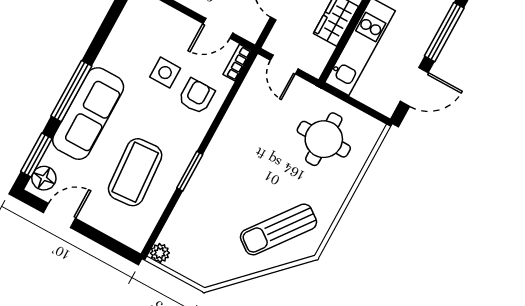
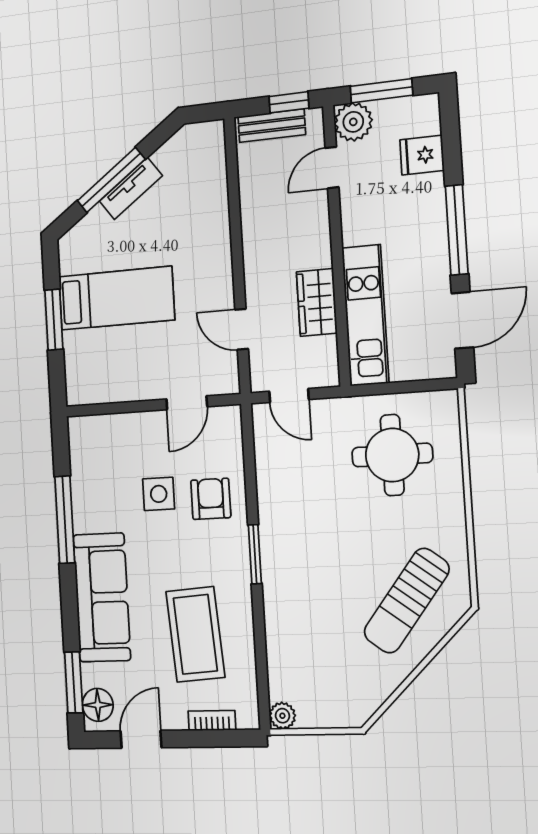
bookcase: (237, 63) -> (212, 720), moved, turned 90
window: (71, 91) -> (65, 520), moved
window: (190, 171) -> (255, 554), moved

